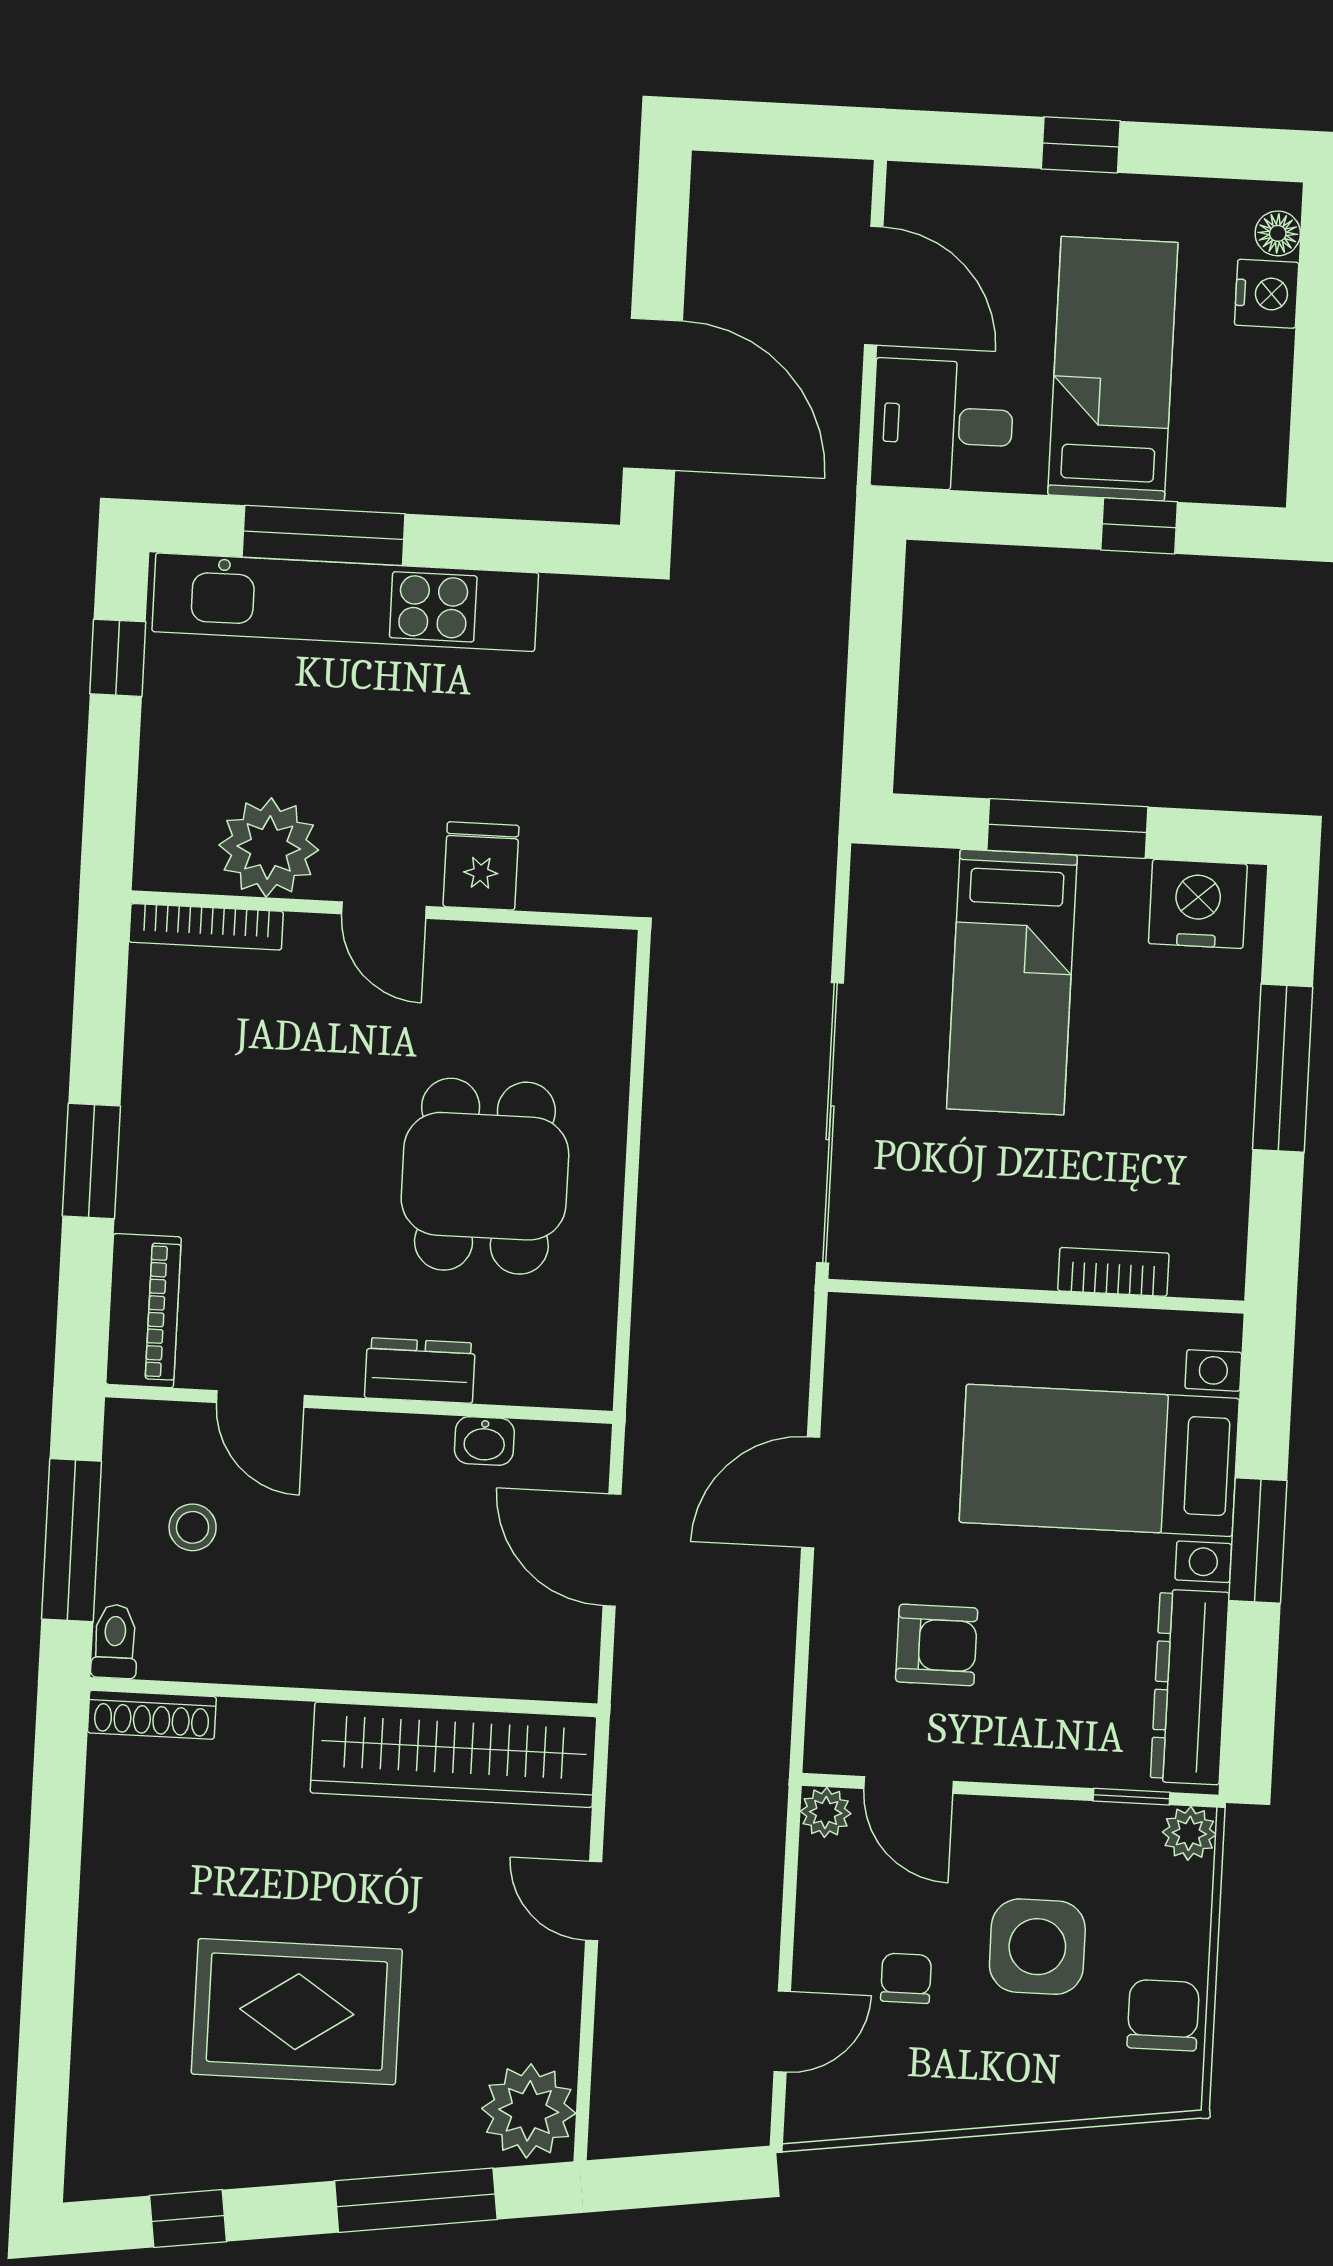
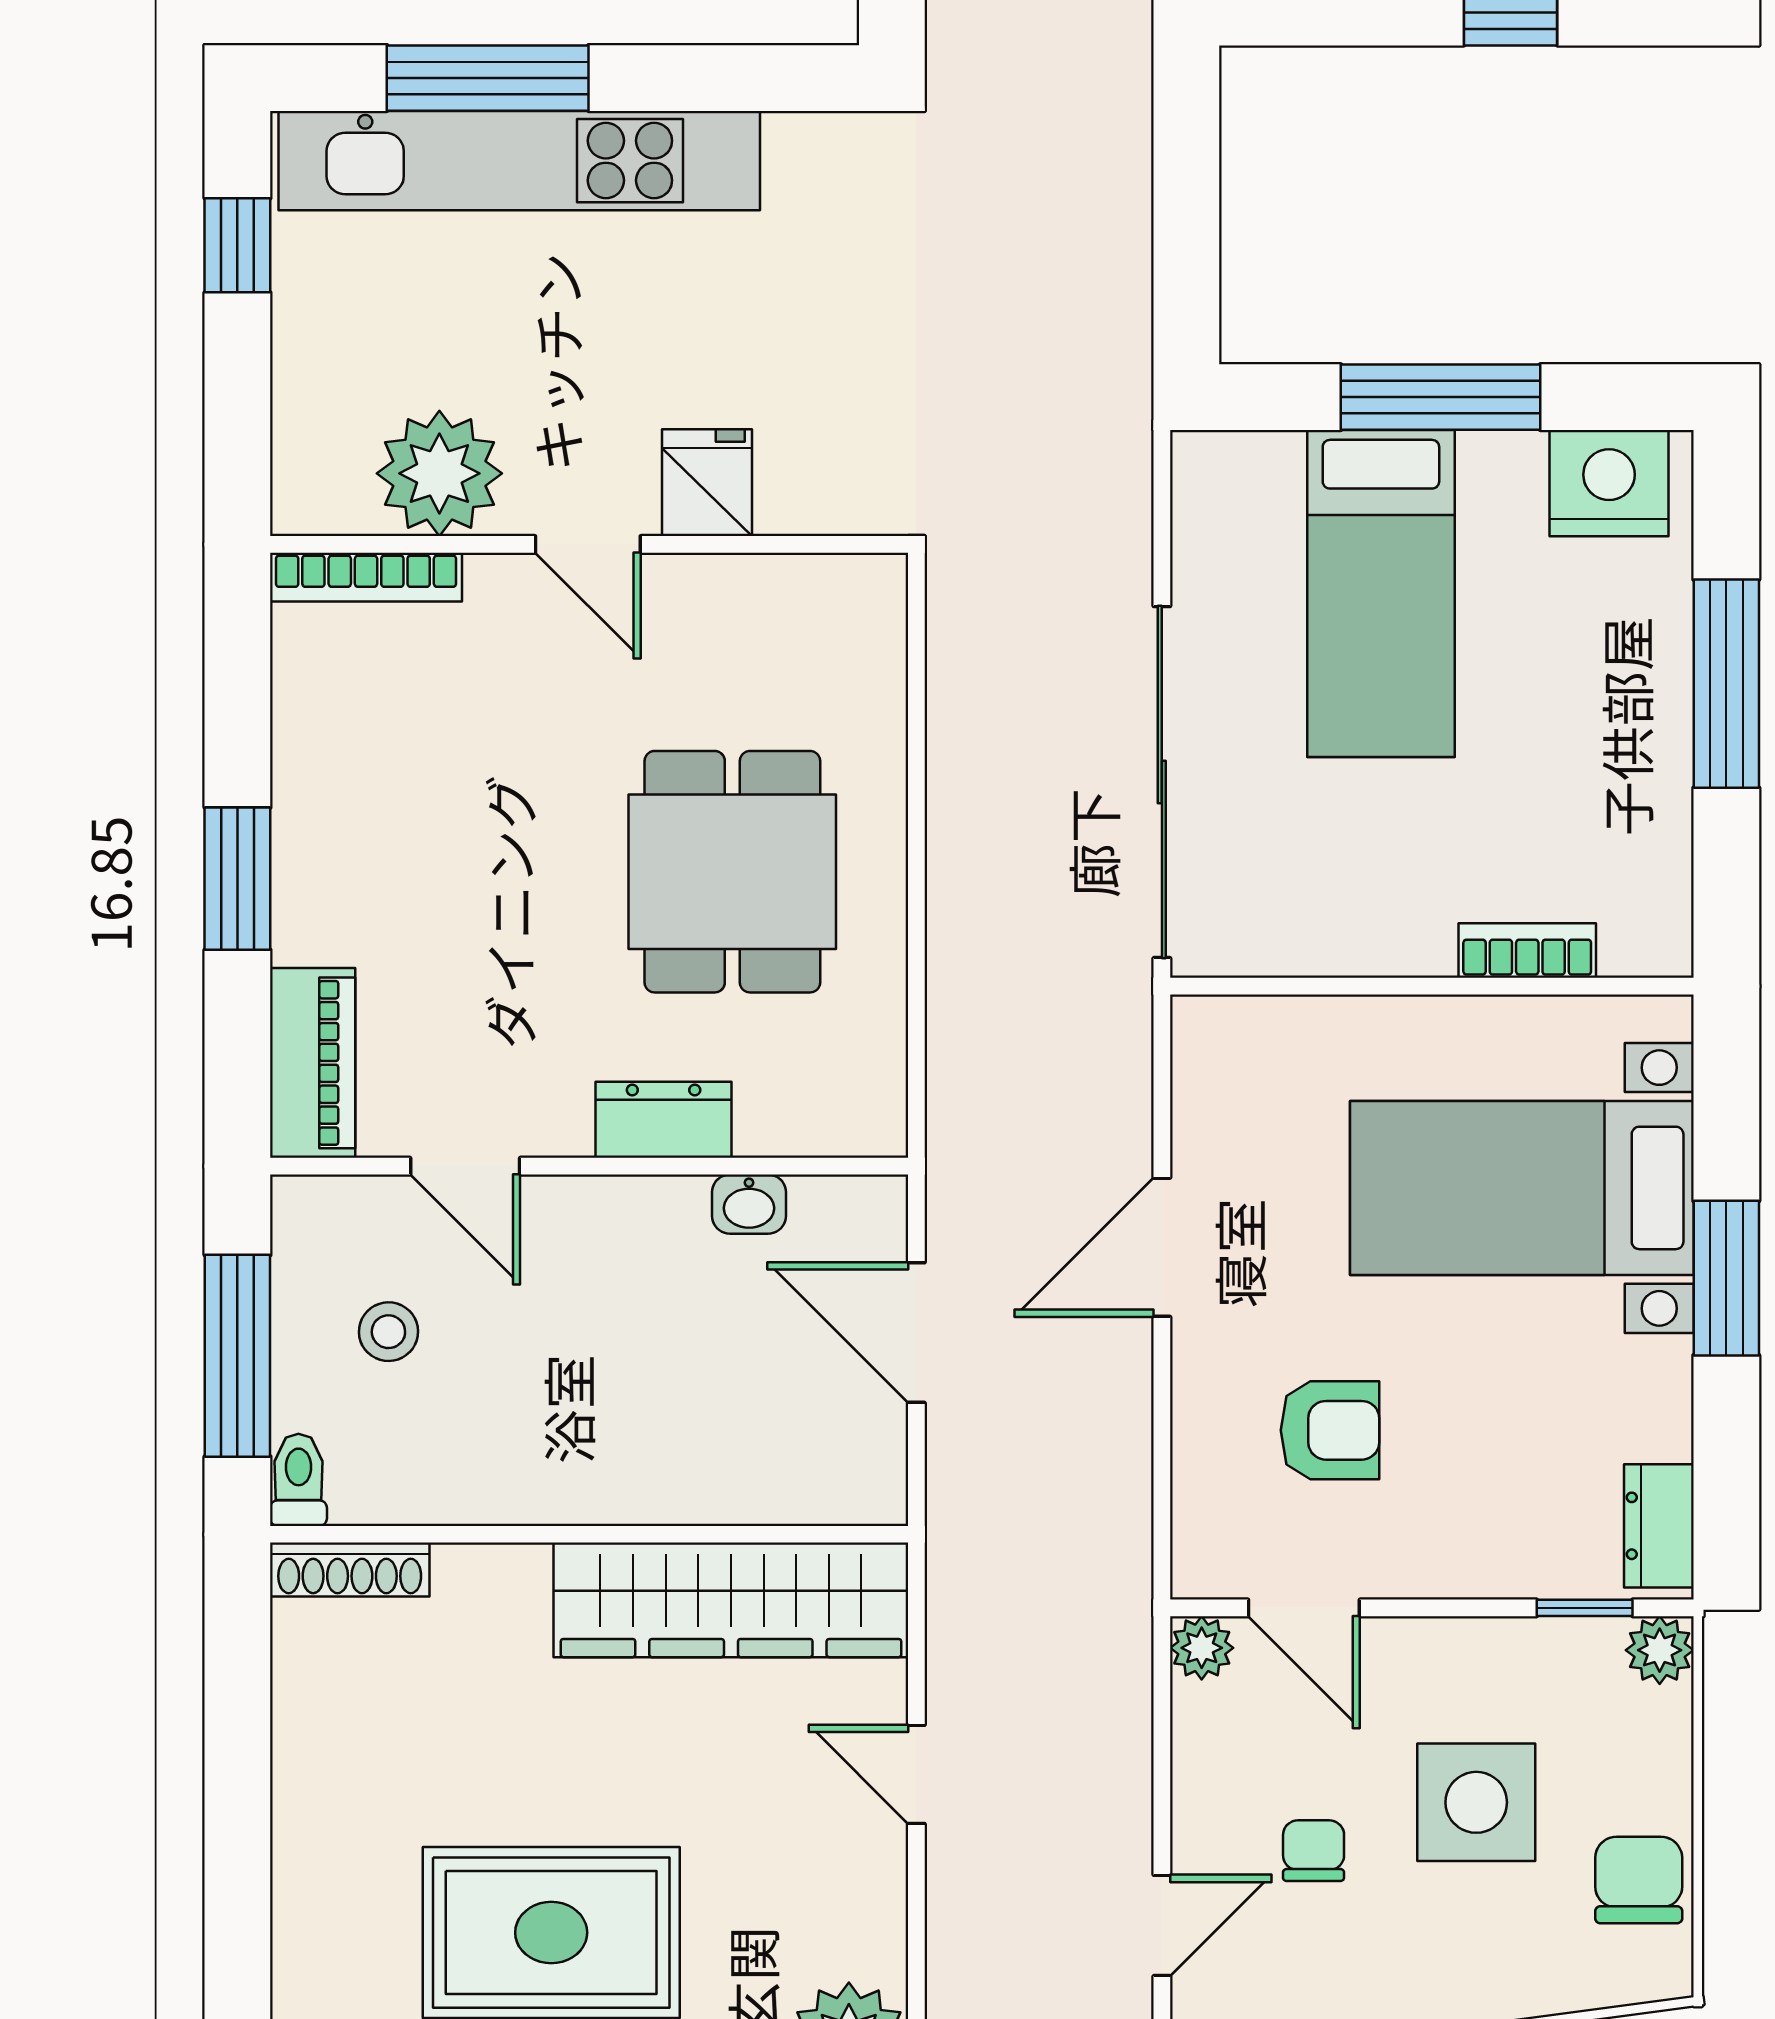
dresser: (1190, 1687) -> (1659, 1526), width x0.51, depth x0.80

